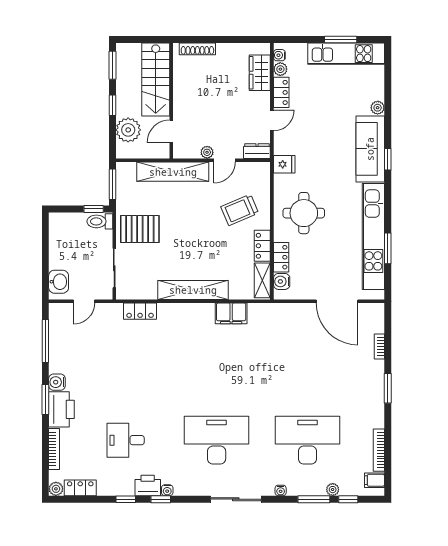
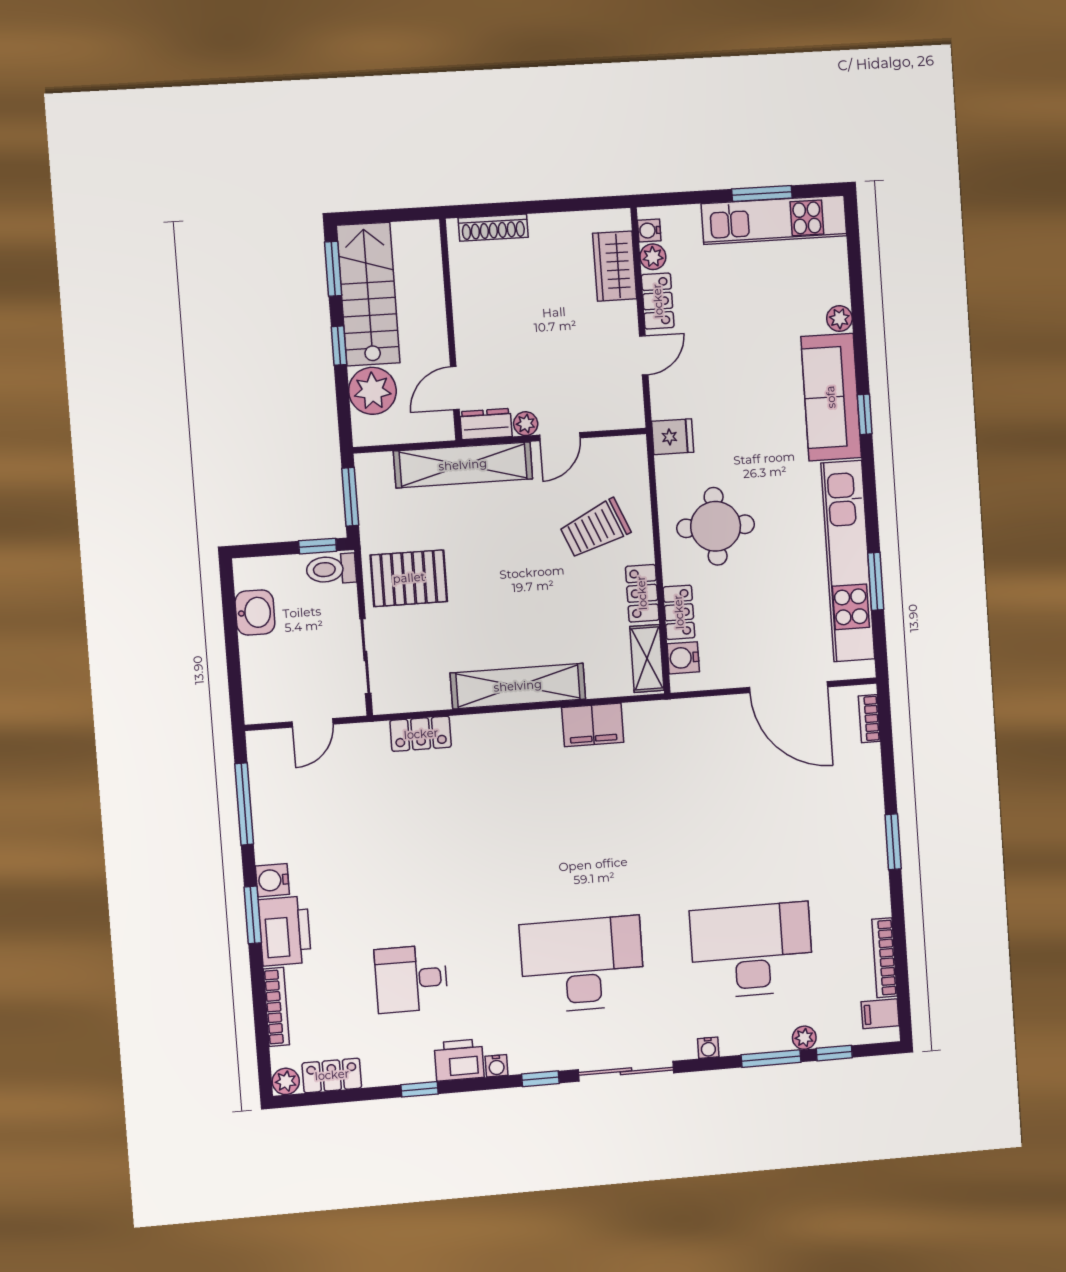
stairs: (156, 80) -> (368, 294), moved, turned 180
dresser: (257, 151) -> (486, 424), moved
washbasin: (59, 282) -> (255, 613), moved
bookcase: (379, 346) -> (869, 719), moved
window: (161, 499) -> (540, 1079), moved

